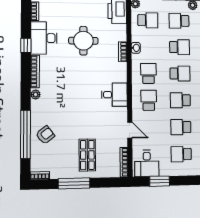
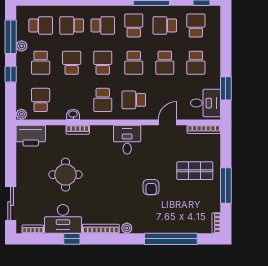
school desk: (148, 73) -> (103, 100), turned -90
armchair: (45, 135) -> (151, 187), moved, turned -142

